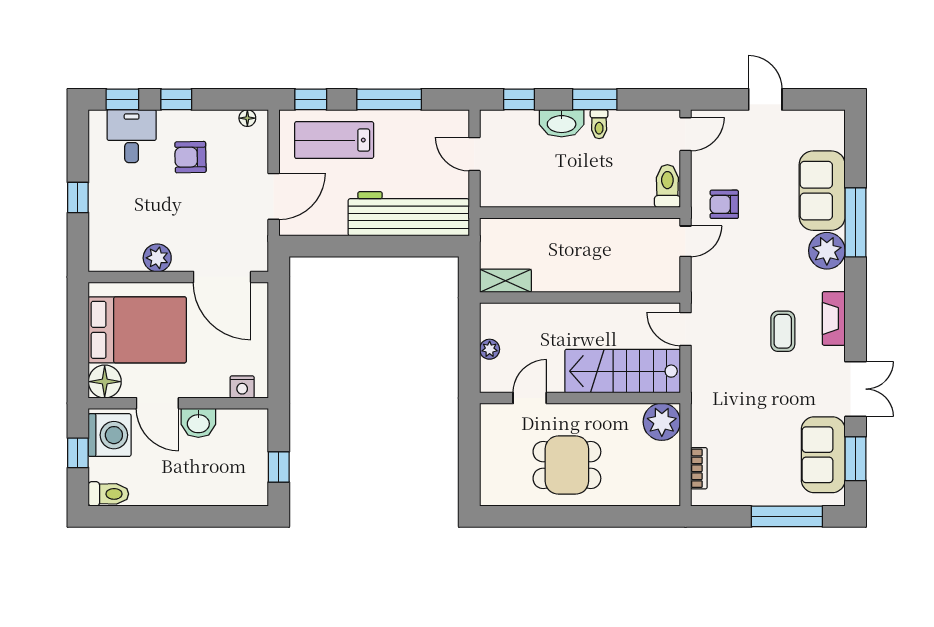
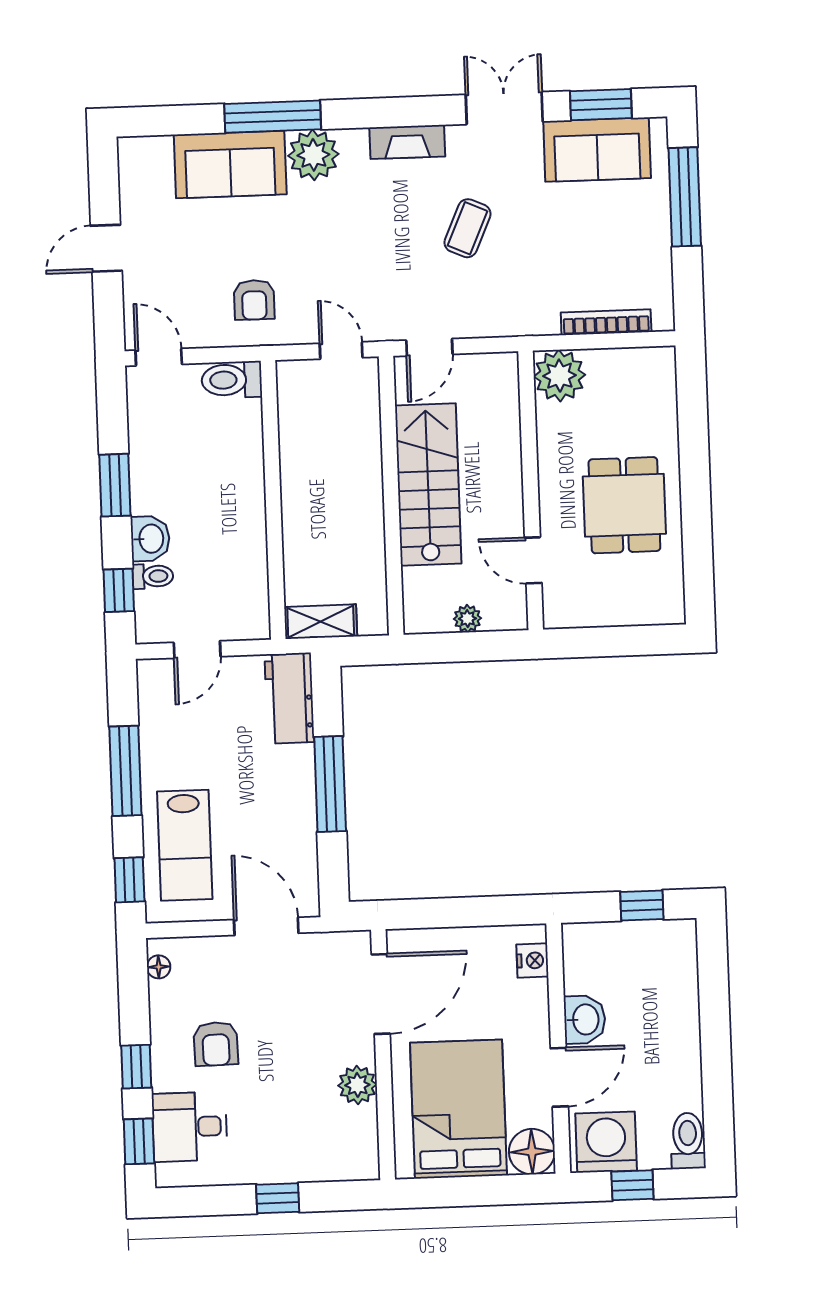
washbasin: (562, 123) -> (150, 539), width x0.72
toilet: (599, 124) -> (153, 576), moved
workbench: (409, 214) -> (289, 698), width x0.53, depth x0.76
door: (686, 241) -> (341, 351), moved
window: (374, 246) -> (330, 784), added
shelving: (505, 281) -> (321, 622), moved, turned 90
coffee table: (783, 331) -> (467, 228), moved, turned -66
stairs: (623, 371) -> (428, 485), moved, turned 180
bookcase: (699, 468) -> (606, 322), width x1.56

